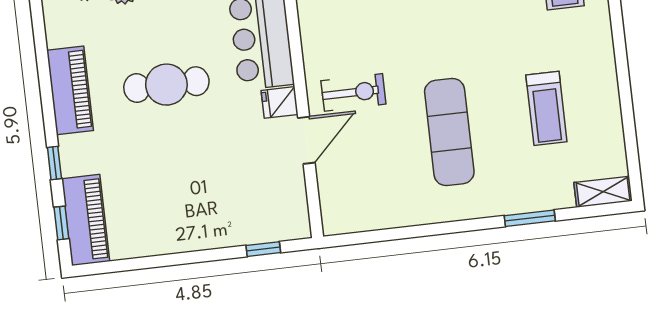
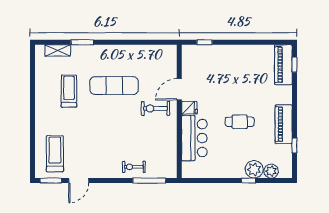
cafe table: (166, 85) -> (240, 122), width x0.73, depth x0.74
exercise mat: (449, 132) -> (114, 86), turned 90
window: (54, 163) -> (294, 145), moved
shelving: (603, 192) -> (58, 50), moved

